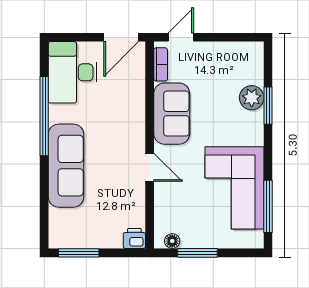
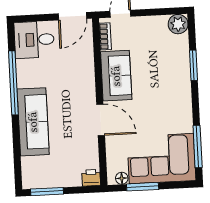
desk: (73, 72) -> (34, 40), width x0.73
plant: (252, 98) -> (178, 24), moved
door: (150, 167) -> (101, 120), width x1.38
corner sofa: (234, 188) -> (161, 159), moved, turned 90

